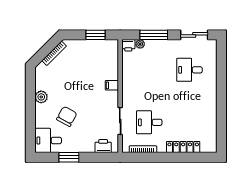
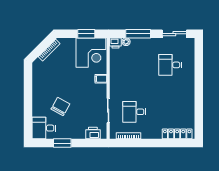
corner desk: (101, 56) -> (91, 53), added
plant: (41, 97) -> (38, 89), removed
locker: (183, 147) -> (177, 134), moved

